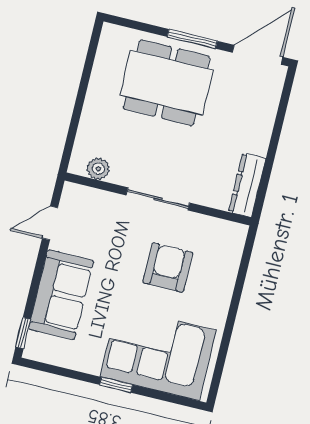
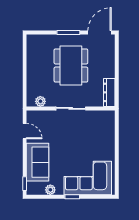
dining table: (167, 83) -> (71, 65), moved, turned 90
door: (50, 223) -> (25, 131), swing flipped
armchair: (168, 267) -> (82, 138), removed
plant: (74, 359) -> (50, 190), added

